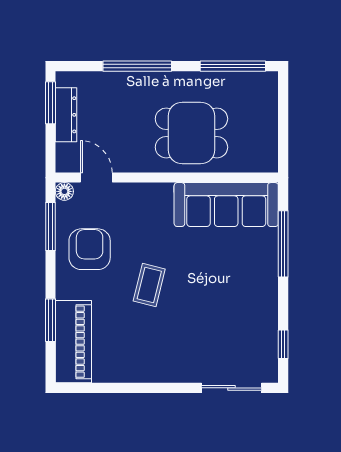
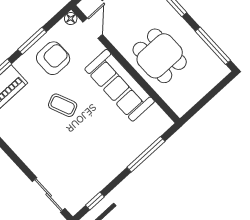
sofa: (226, 205) -> (120, 85), moved
window: (50, 227) -> (32, 41), moved
coffee table: (149, 285) -> (63, 105), turned 53

